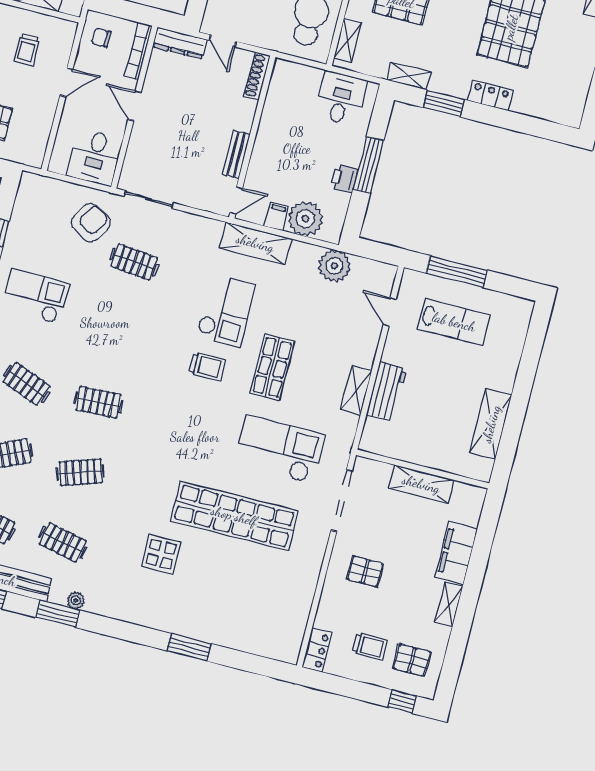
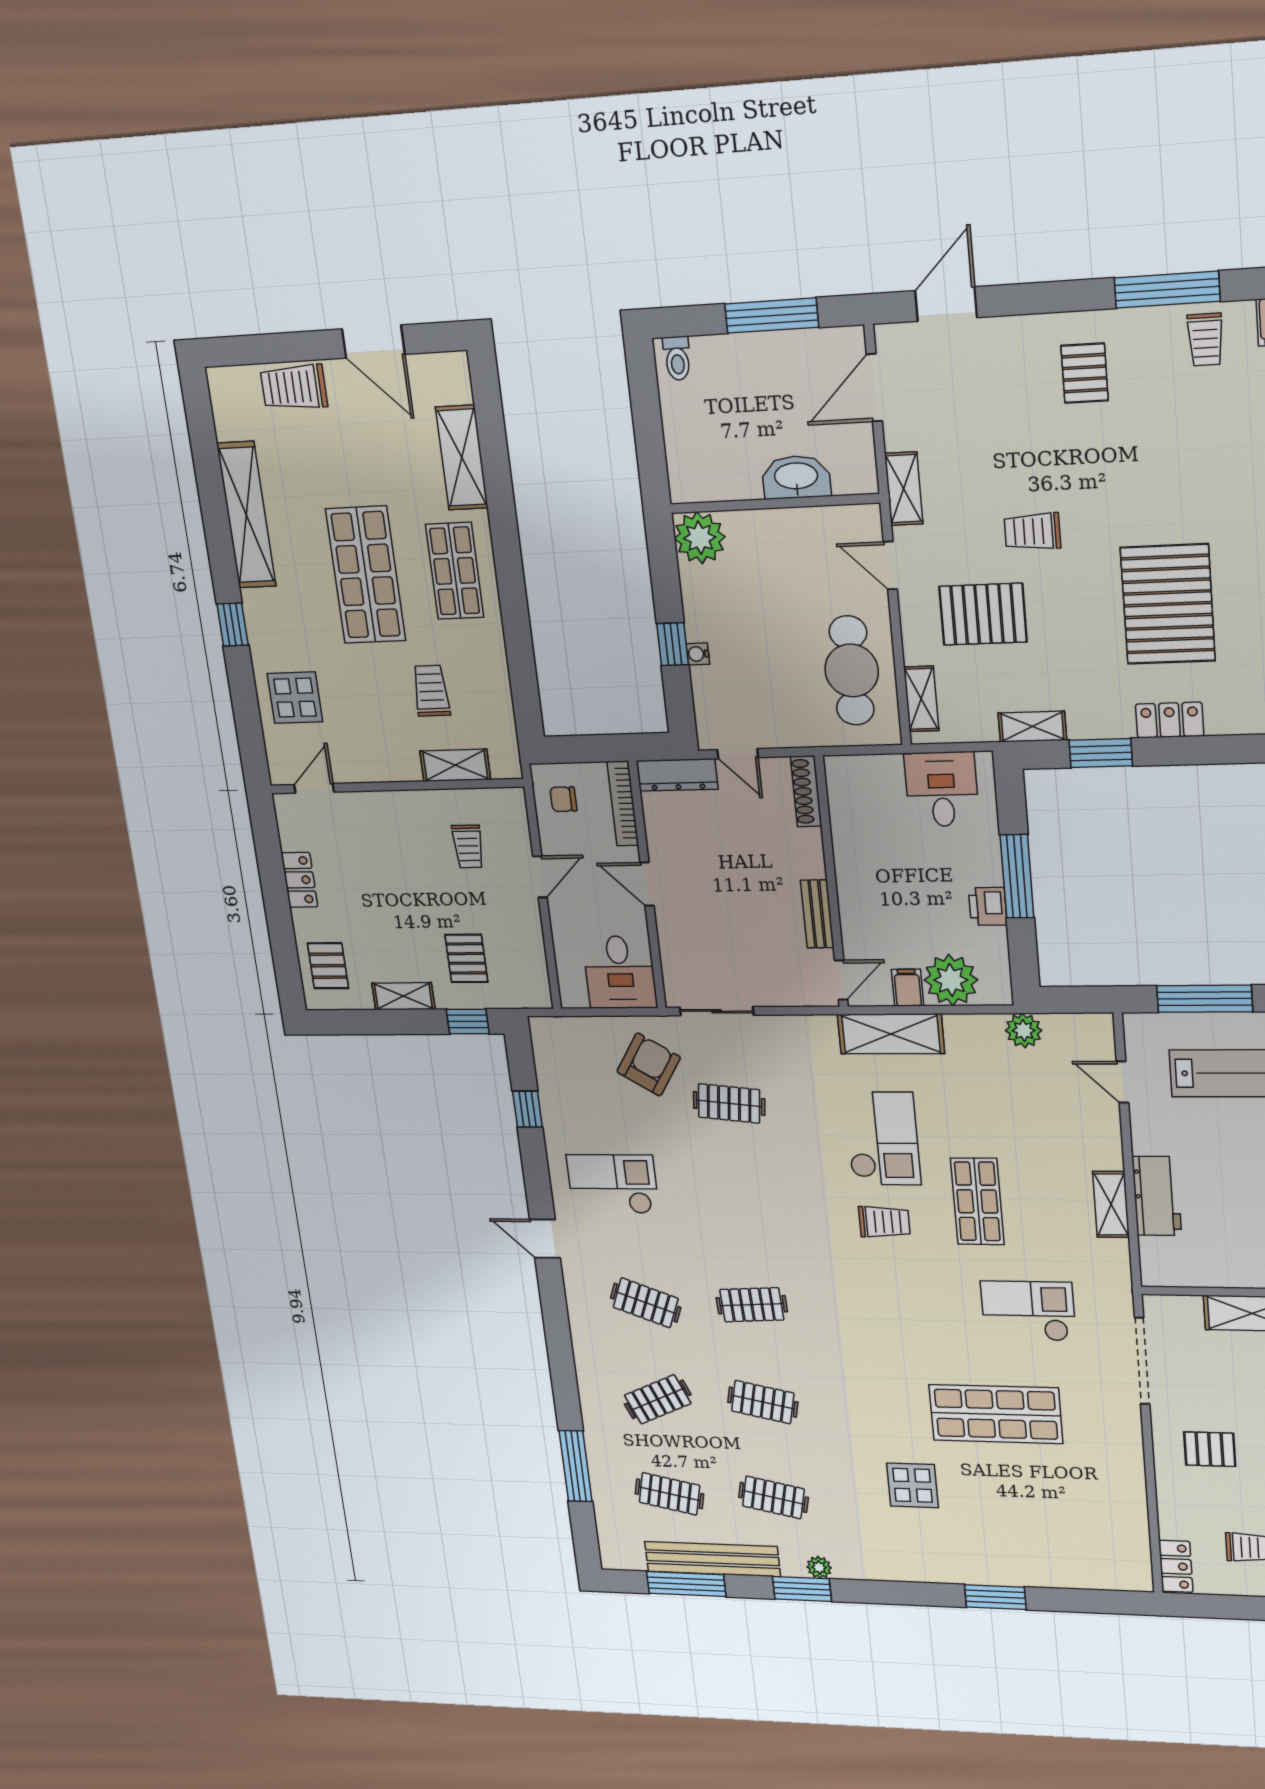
plant: (334, 266) -> (1024, 1031), width x0.73, depth x0.73
checkout: (280, 449) -> (1028, 1311), width x0.73, depth x0.83
clothes rail: (81, 472) -> (763, 1402), turned 30
shop shelf: (234, 516) -> (996, 1414), width x0.71

